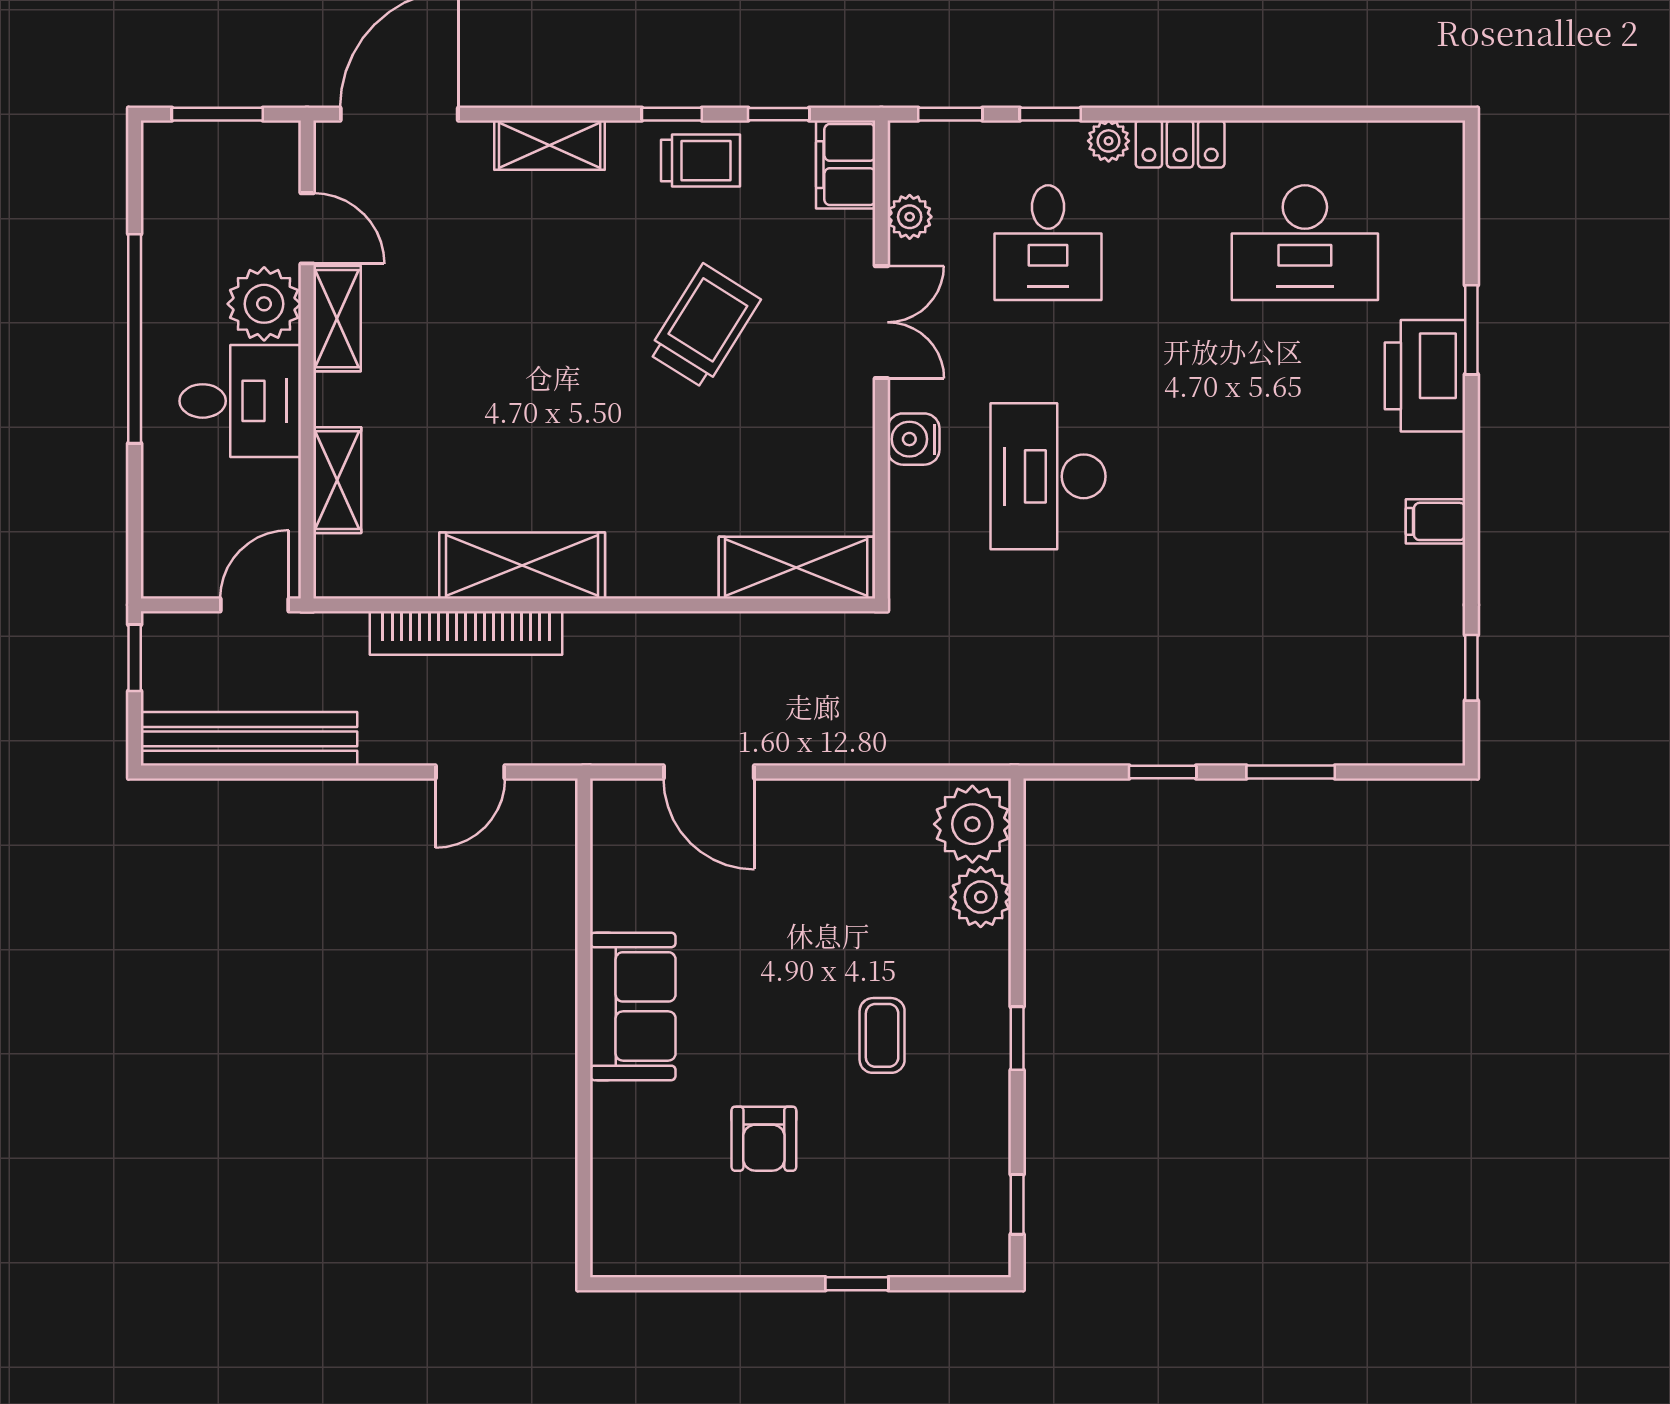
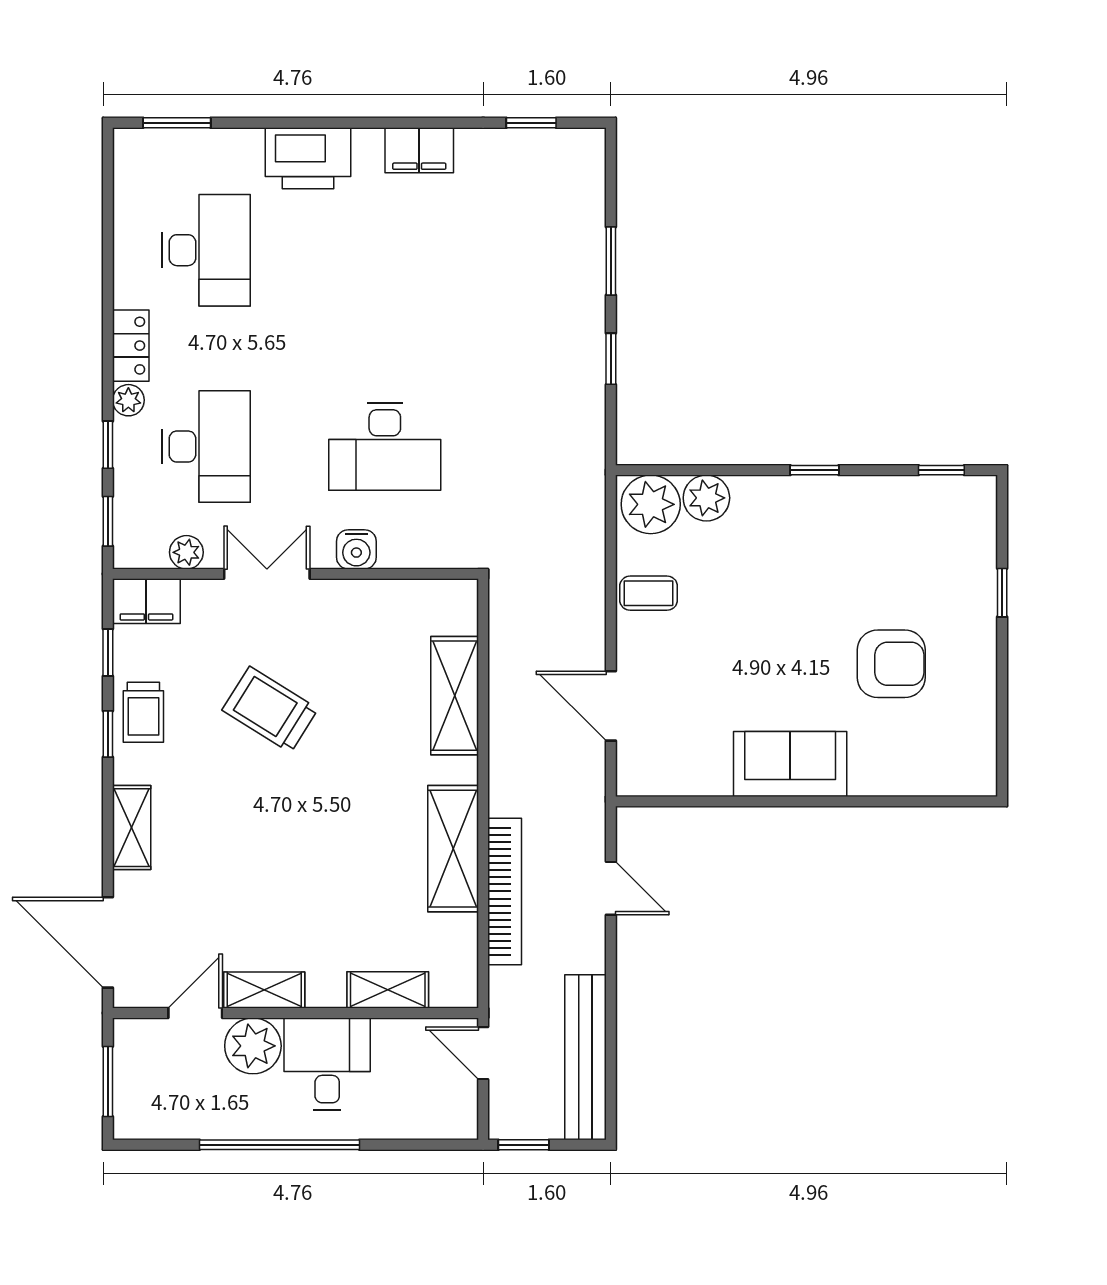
trolley: (700, 161) -> (143, 712), turned 180
desk: (1048, 243) -> (206, 447), width x1.37
window: (1471, 330) -> (177, 123), moved
filing cabinet: (1435, 521) -> (419, 150), width x2.00
shelving: (796, 568) -> (455, 696), moved
door: (709, 772) -> (611, 706), swing flipped
coffee table: (882, 1035) -> (649, 593), moved
armchair: (764, 1139) -> (891, 664), width x1.38, depth x1.38

